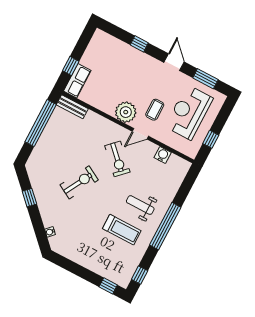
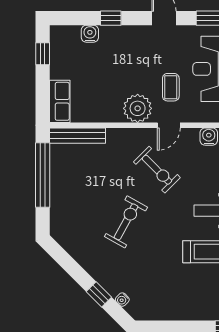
water cooler: (120, 47) -> (90, 34), added
window: (71, 66) -> (43, 54), moved
bench: (72, 107) -> (78, 136), width x1.36
window: (29, 198) -> (99, 294), moved

